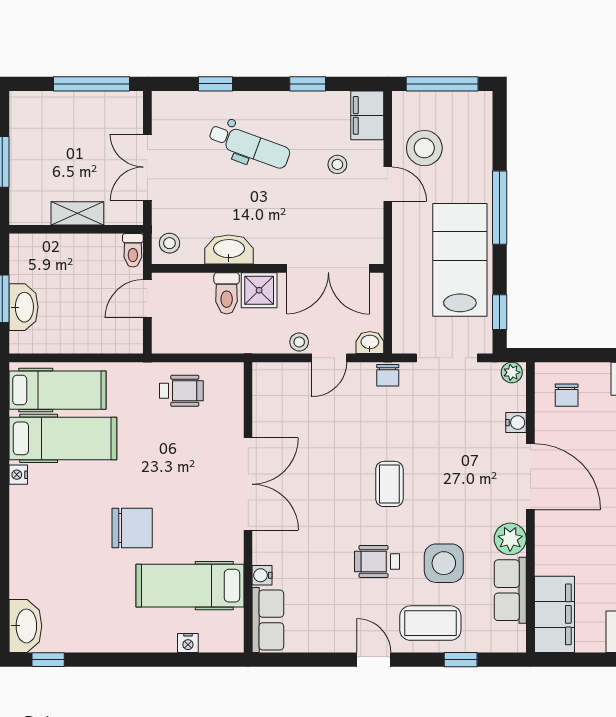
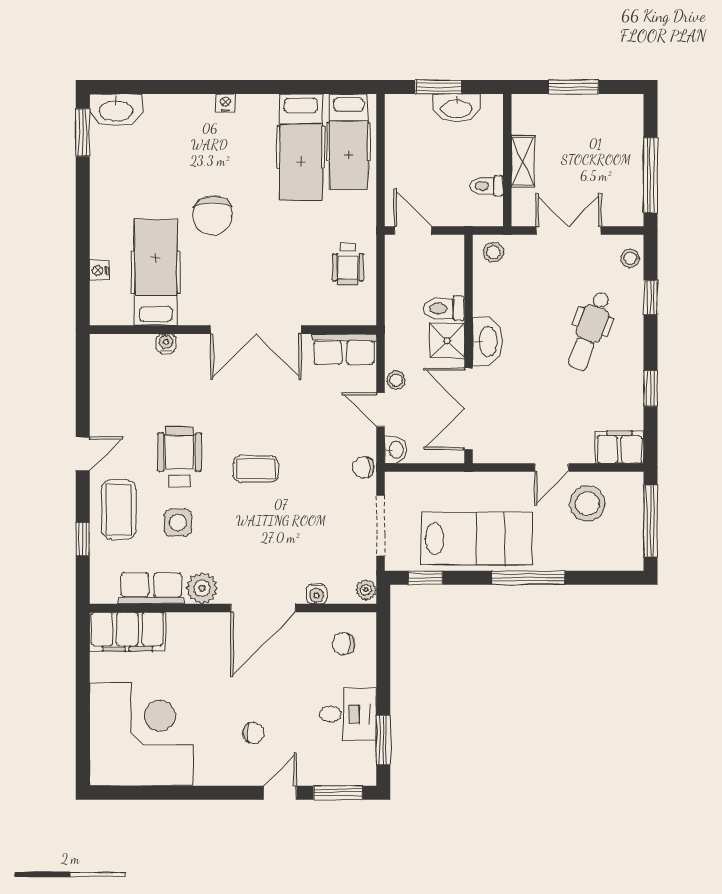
stool: (337, 164) -> (630, 258), moved
washbasin: (229, 249) -> (487, 341), moved
toilet: (133, 250) -> (486, 186), moved
door: (147, 299) -> (413, 230), moved
washbasin: (23, 307) -> (457, 108), moved
nightstand: (18, 475) -> (225, 103), moved
wheelchair: (377, 562) -> (180, 457), width x1.36, depth x1.37
side table: (444, 563) -> (178, 523), width x0.73, depth x0.73
row of seats: (268, 620) -> (344, 349), moved
window: (48, 660) -> (83, 132), width x1.50

